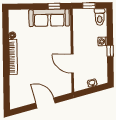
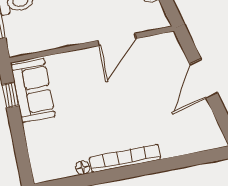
sofa: (49, 18) -> (33, 91), width x0.73

